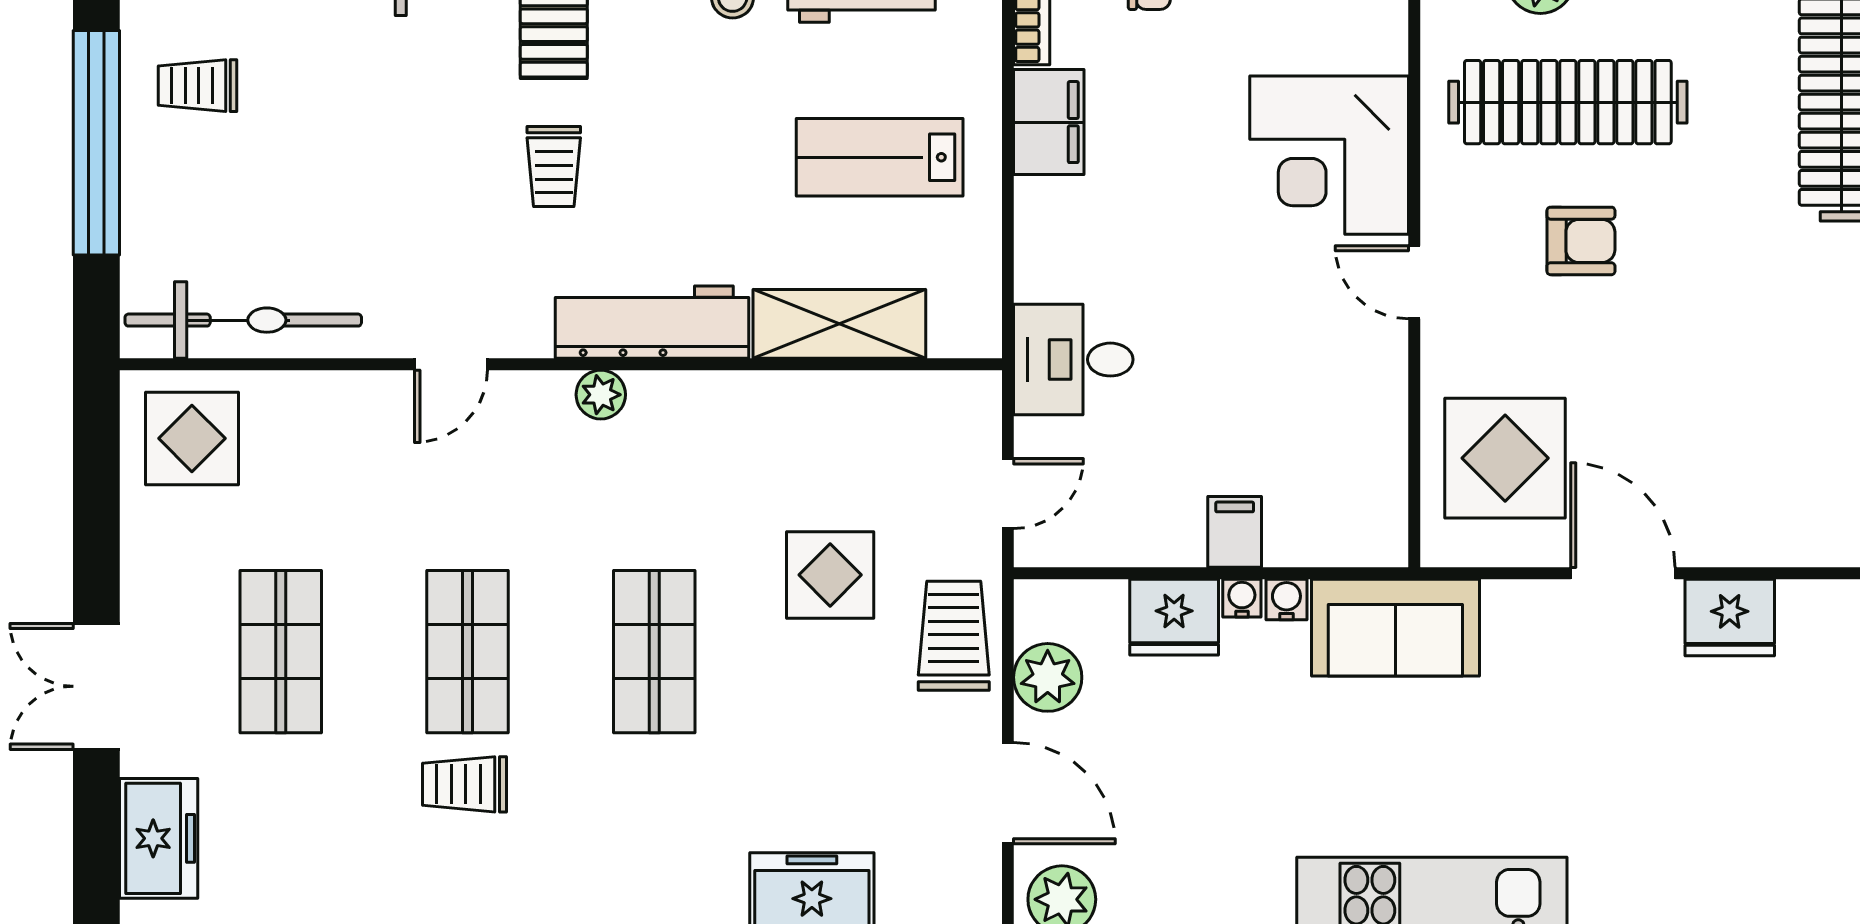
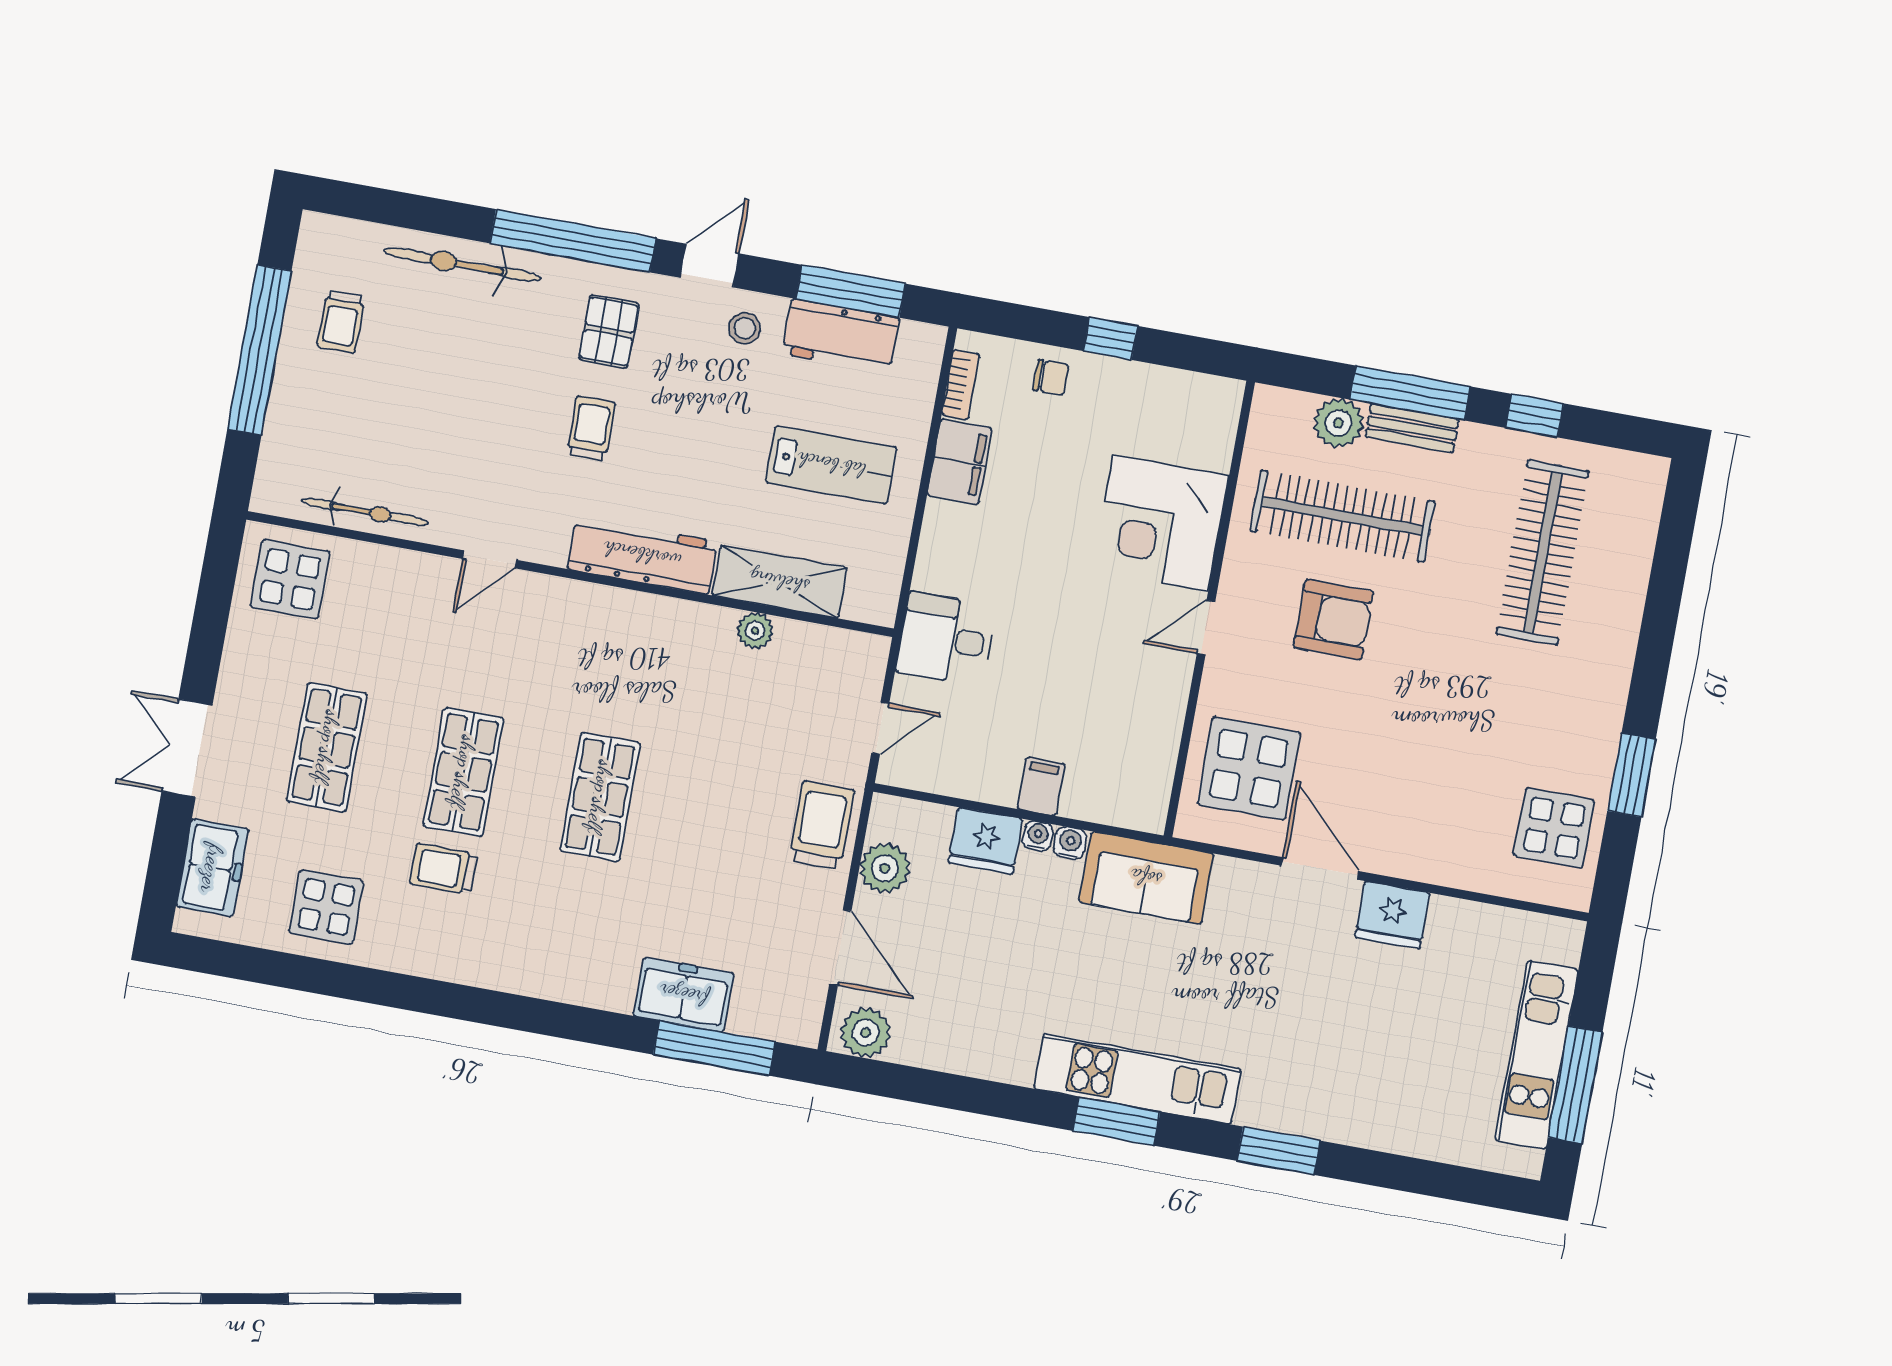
trolley: (197, 86) -> (341, 322), turned -90
lab bench: (880, 157) -> (831, 465), turned 180
trolley: (554, 167) -> (591, 428), turned 180
armchair: (1581, 241) -> (1333, 620), width x1.38, depth x1.38
door: (1414, 282) -> (1206, 628), hinge flipped
bicycle: (243, 320) -> (365, 512), width x0.73, depth x0.71
plant: (601, 395) -> (755, 631), moved
display table: (830, 575) -> (326, 907), moved

